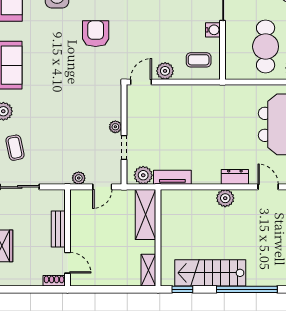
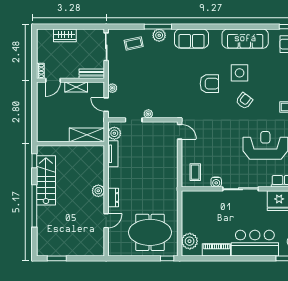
armchair: (96, 34) -> (209, 84), moved
cafe table: (266, 47) -> (205, 219), removed
plant: (165, 71) -> (187, 149), removed
bench: (58, 229) -> (92, 74), moved
shelving: (148, 270) -> (76, 87), moved

